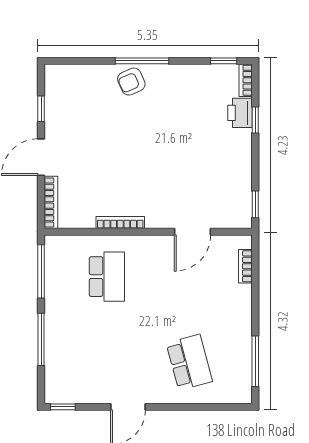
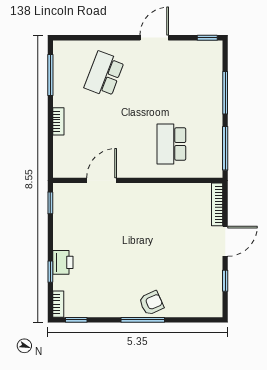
printer: (240, 113) -> (63, 262), moved
bookcase: (120, 223) -> (160, 188), removed
bookcase: (245, 266) -> (58, 121), moved
school desk: (189, 362) -> (104, 74), turned 36

